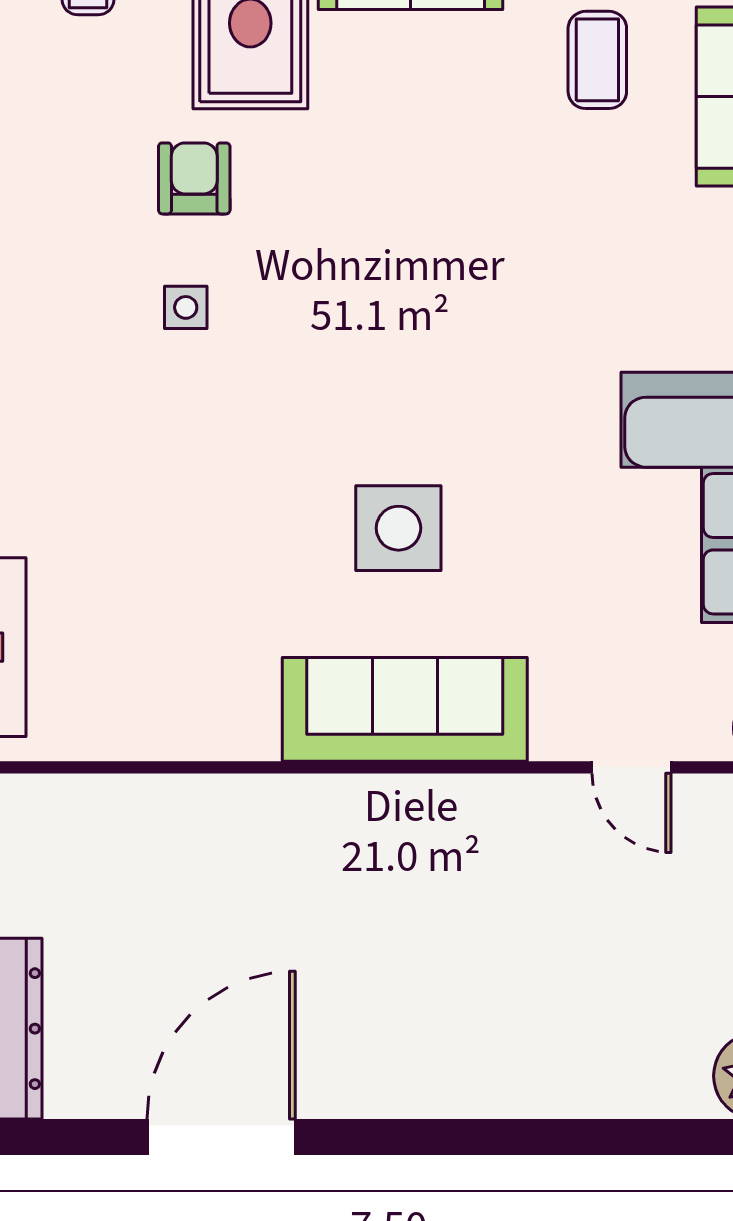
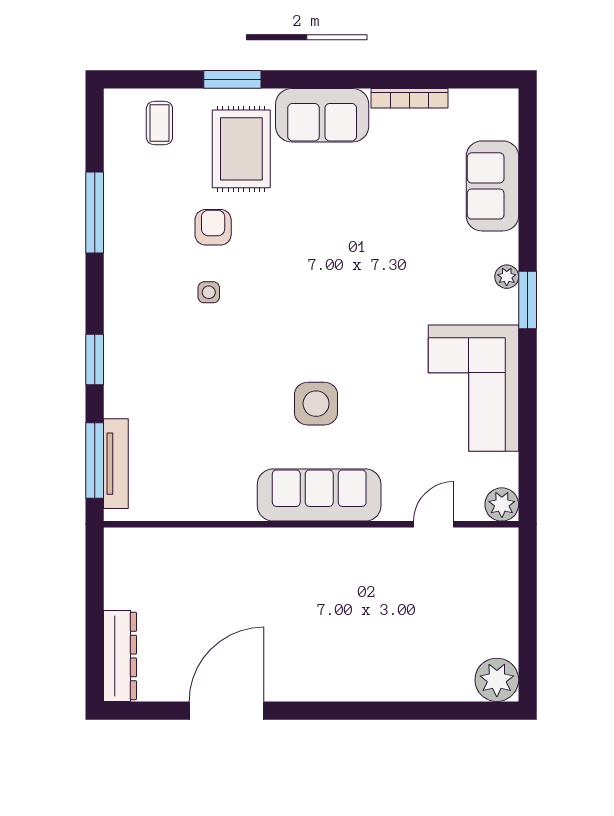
coffee table: (597, 60) -> (416, 168), removed
door: (631, 767) -> (434, 524), swing flipped

